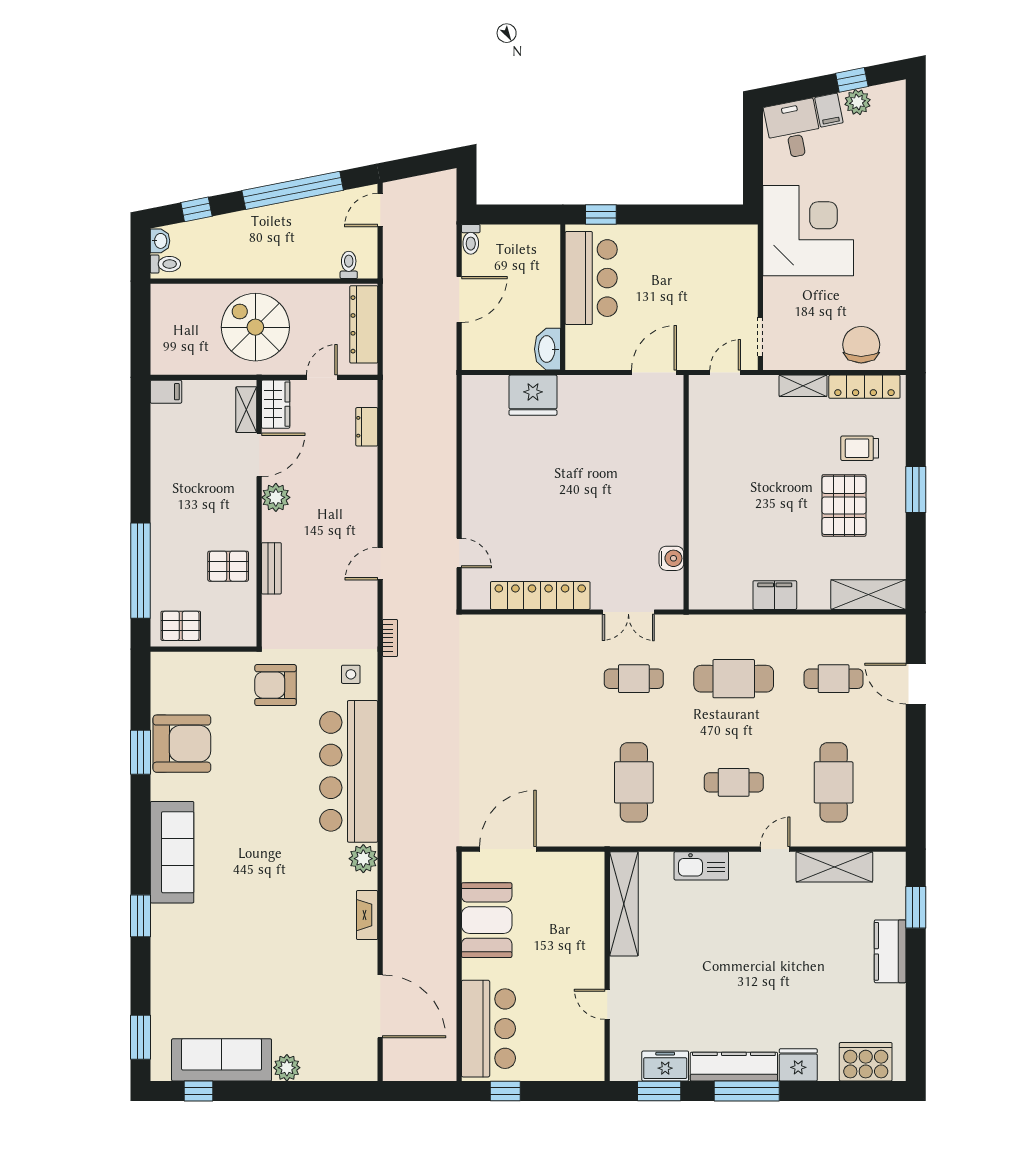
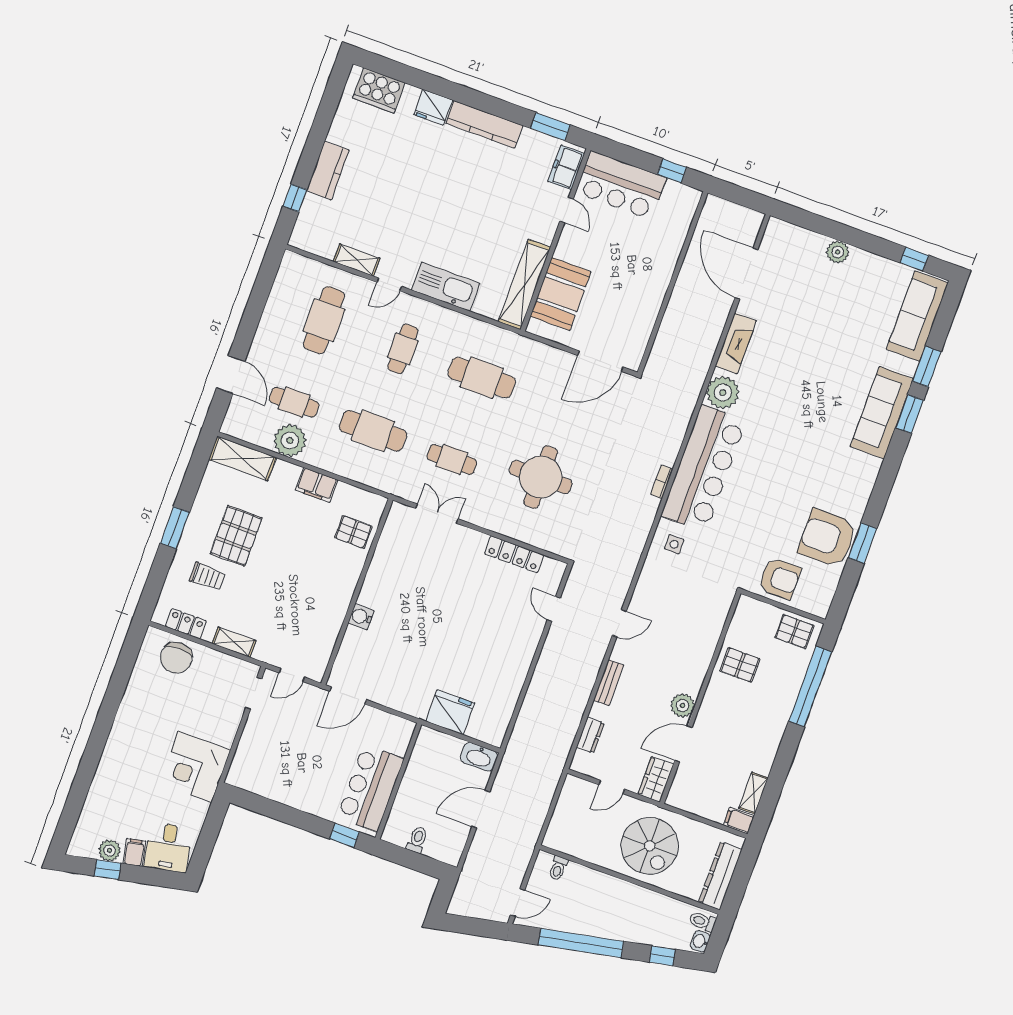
corner desk: (808, 231) -> (195, 767), width x0.74, depth x0.74
toilet: (471, 239) -> (417, 840), moved
dresser: (364, 324) -> (720, 876), moved, turned 180
washbasin: (547, 349) -> (479, 757), moved, turned 90
locker: (864, 387) -> (186, 624), width x0.66
shelving: (246, 410) -> (753, 793), moved
pallet: (714, 557) -> (353, 532), added
water cooler: (671, 558) -> (361, 617), moved
bench: (271, 568) -> (609, 683), moved
locker: (540, 595) -> (514, 554), width x0.71, depth x0.83
plant: (823, 634) -> (290, 441), added
bookcase: (390, 638) -> (662, 482), moved
armchair: (276, 685) -> (780, 578), moved
round table: (527, 695) -> (541, 477), added
cafe table: (634, 782) -> (482, 378), turned 90
cafe table: (734, 782) -> (403, 349), turned 90
sofa: (172, 852) -> (882, 413), moved
plant: (363, 859) -> (723, 393), width x1.36, depth x1.36
kitchen sink: (701, 866) -> (446, 287), width x1.36, depth x1.24
shelving: (834, 867) -> (357, 260), width x0.67, depth x0.75
window: (916, 907) -> (295, 198), width x0.67
fireplace: (367, 915) -> (736, 343), width x1.37, depth x1.32
booth: (487, 920) -> (561, 294), moved
bar counter: (488, 1029) -> (621, 185), moved, turned -90
window: (141, 1037) -> (927, 366), moved
sofa: (222, 1060) -> (917, 316), moved, turned 90
freezer: (665, 1066) -> (566, 168), moved, turned 90
window: (747, 1091) -> (481, 101), removed

